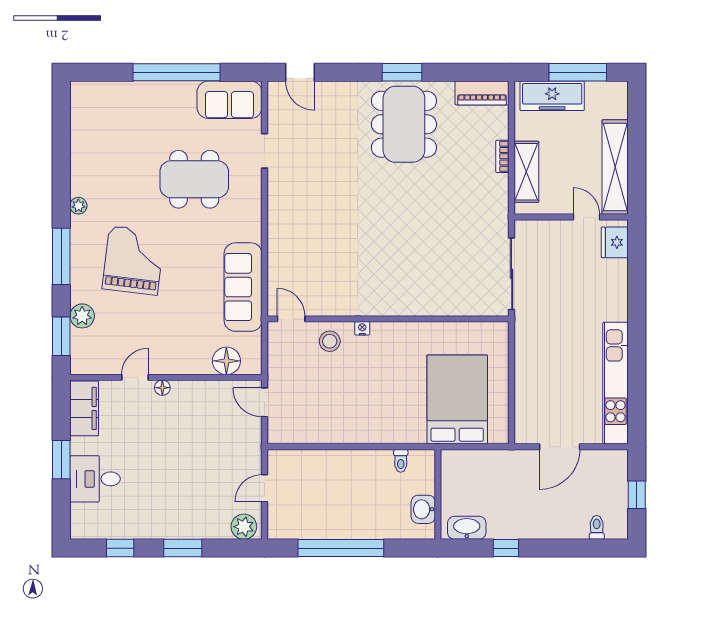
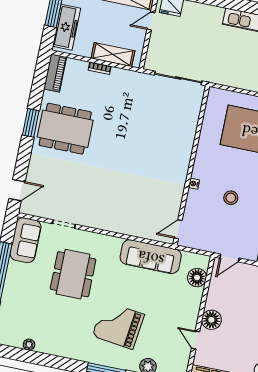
plant: (78, 206) -> (29, 345), moved
stool: (330, 341) -> (231, 198), moved
floor lamp: (162, 388) -> (211, 320), width x1.89, depth x1.89

